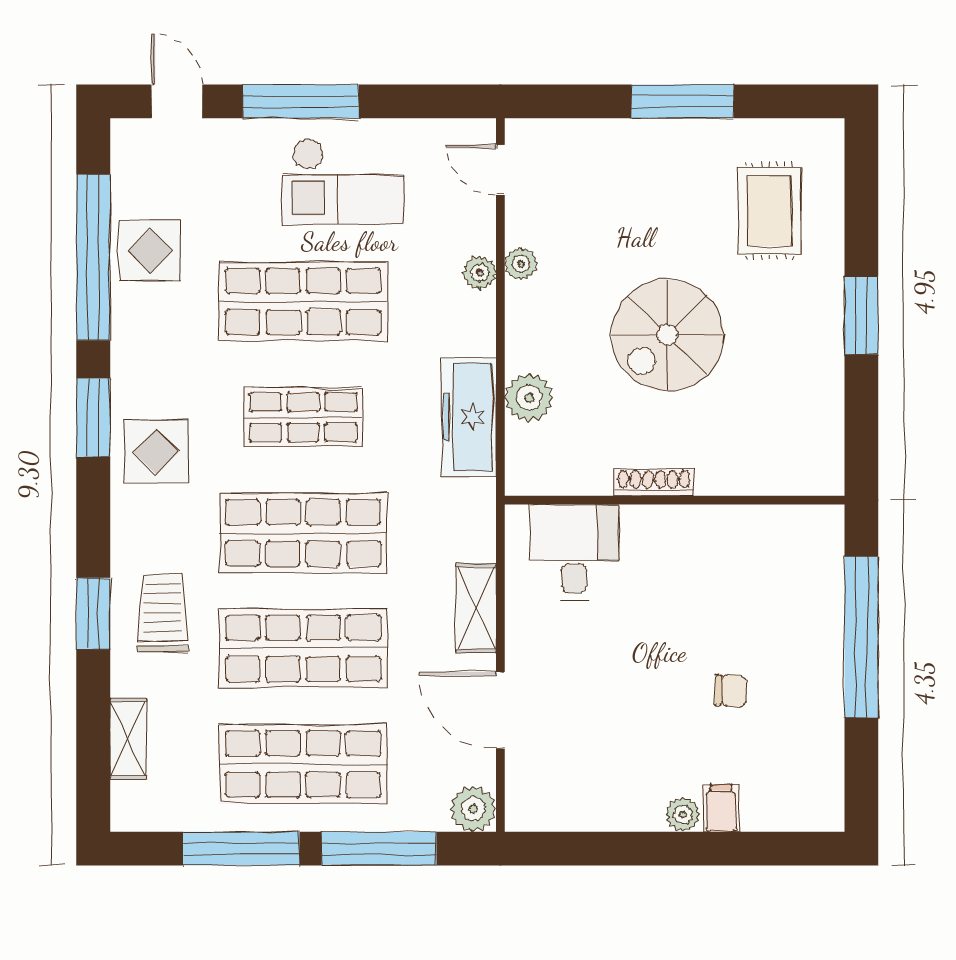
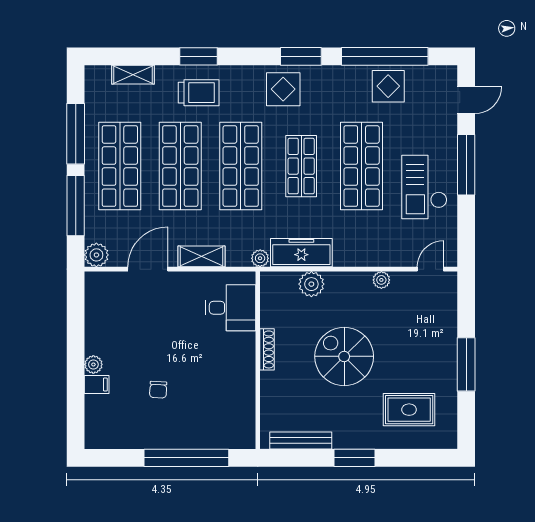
plant: (480, 273) -> (260, 258), moved
bench: (828, 418) -> (301, 440), added

